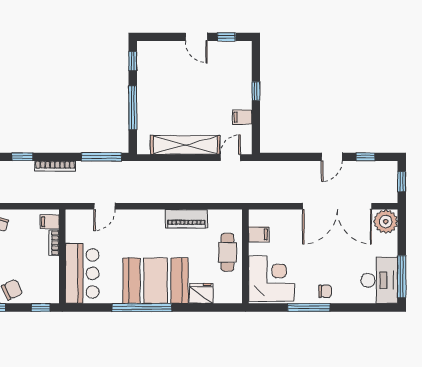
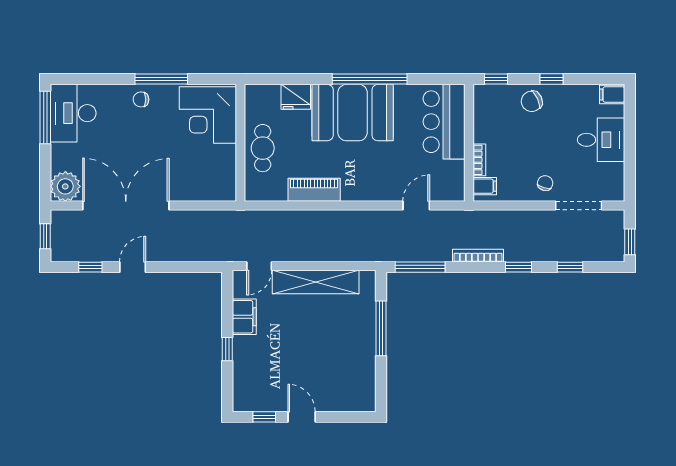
window: (133, 61) -> (381, 387), removed
filing cabinet: (242, 117) -> (244, 317), width x2.00
filing cabinet: (259, 234) -> (224, 170), removed

